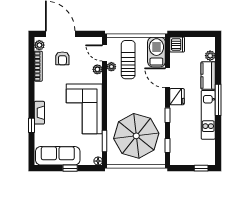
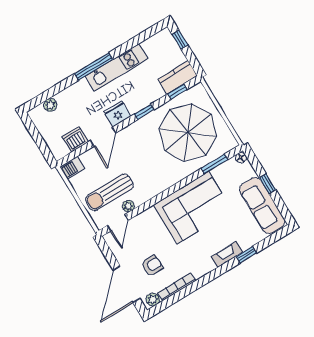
dishwasher: (177, 45) -> (75, 139), moved
barbecue: (156, 52) -> (72, 168), width x0.53, depth x0.65
plant: (97, 69) -> (141, 220), removed
kitchen counter: (208, 76) -> (178, 78), moved, turned 180

